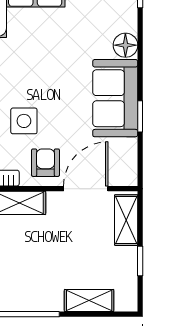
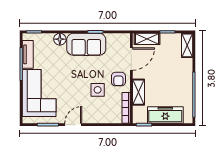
armchair: (46, 163) -> (118, 79), turned -90
door: (86, 189) -> (131, 59), swing flipped
shelving: (89, 300) -> (187, 45), moved

